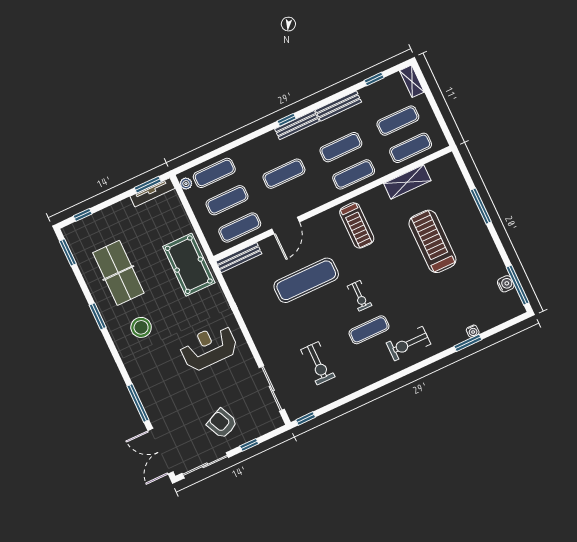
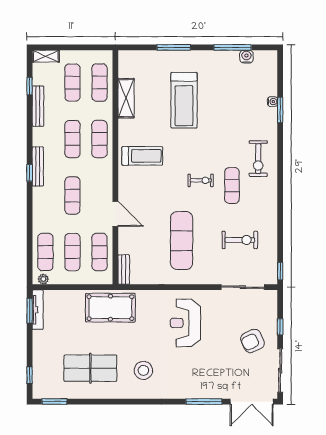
bench: (338, 106) -> (38, 106), moved
treadmill: (432, 241) -> (184, 100), turned -90
bench: (239, 258) -> (124, 270), width x0.73
exercise mat: (306, 280) -> (182, 241), moved
window: (518, 285) -> (233, 47), moved
window: (98, 316) -> (118, 402), removed

